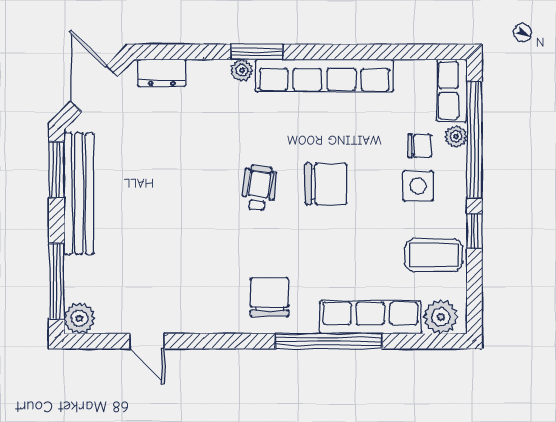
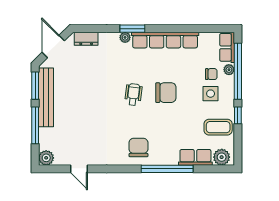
window: (56, 281) -> (35, 125), moved
row of seats: (370, 317) -> (195, 157), width x0.68

